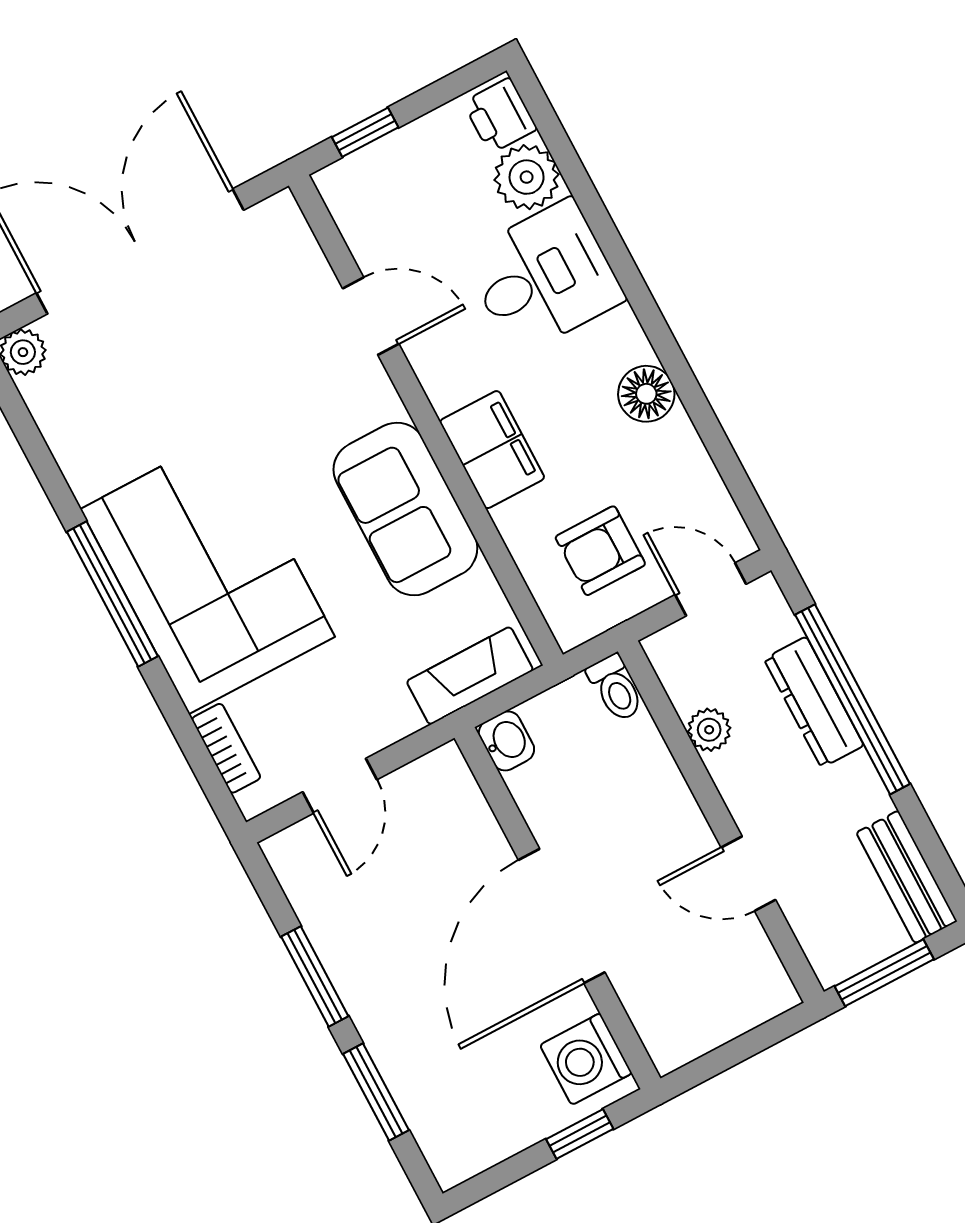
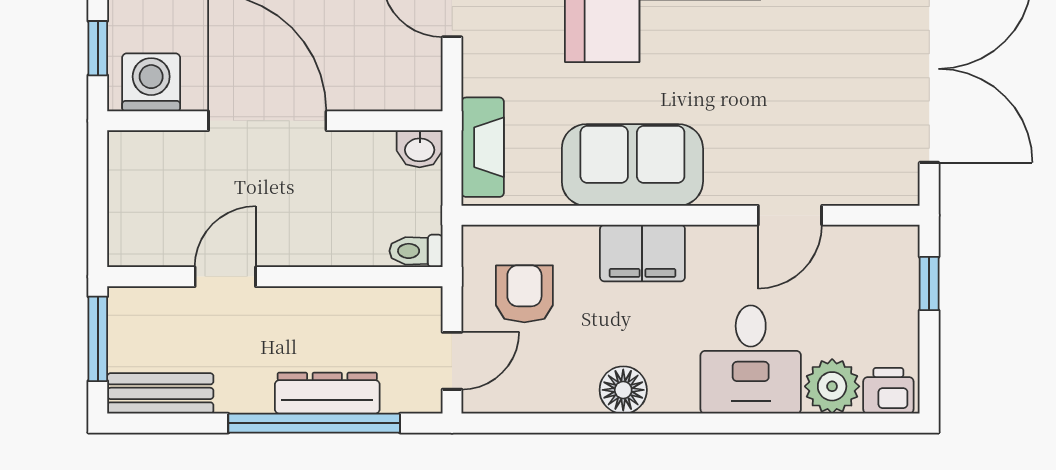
plant: (709, 730) -> (348, 304), removed

